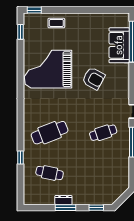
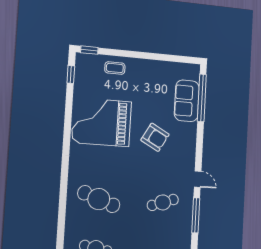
cafe table: (50, 133) -> (99, 199), turned 42
window: (20, 157) -> (61, 228), removed

